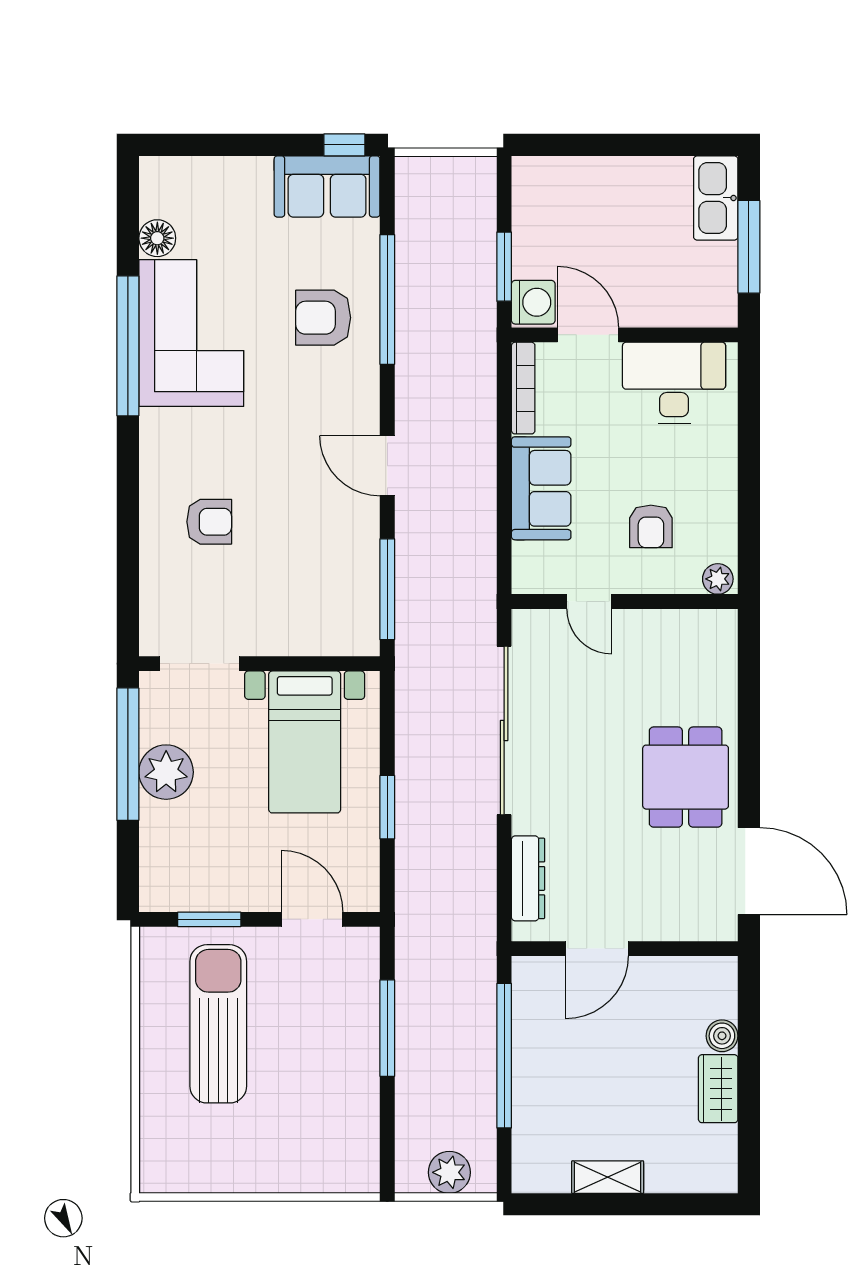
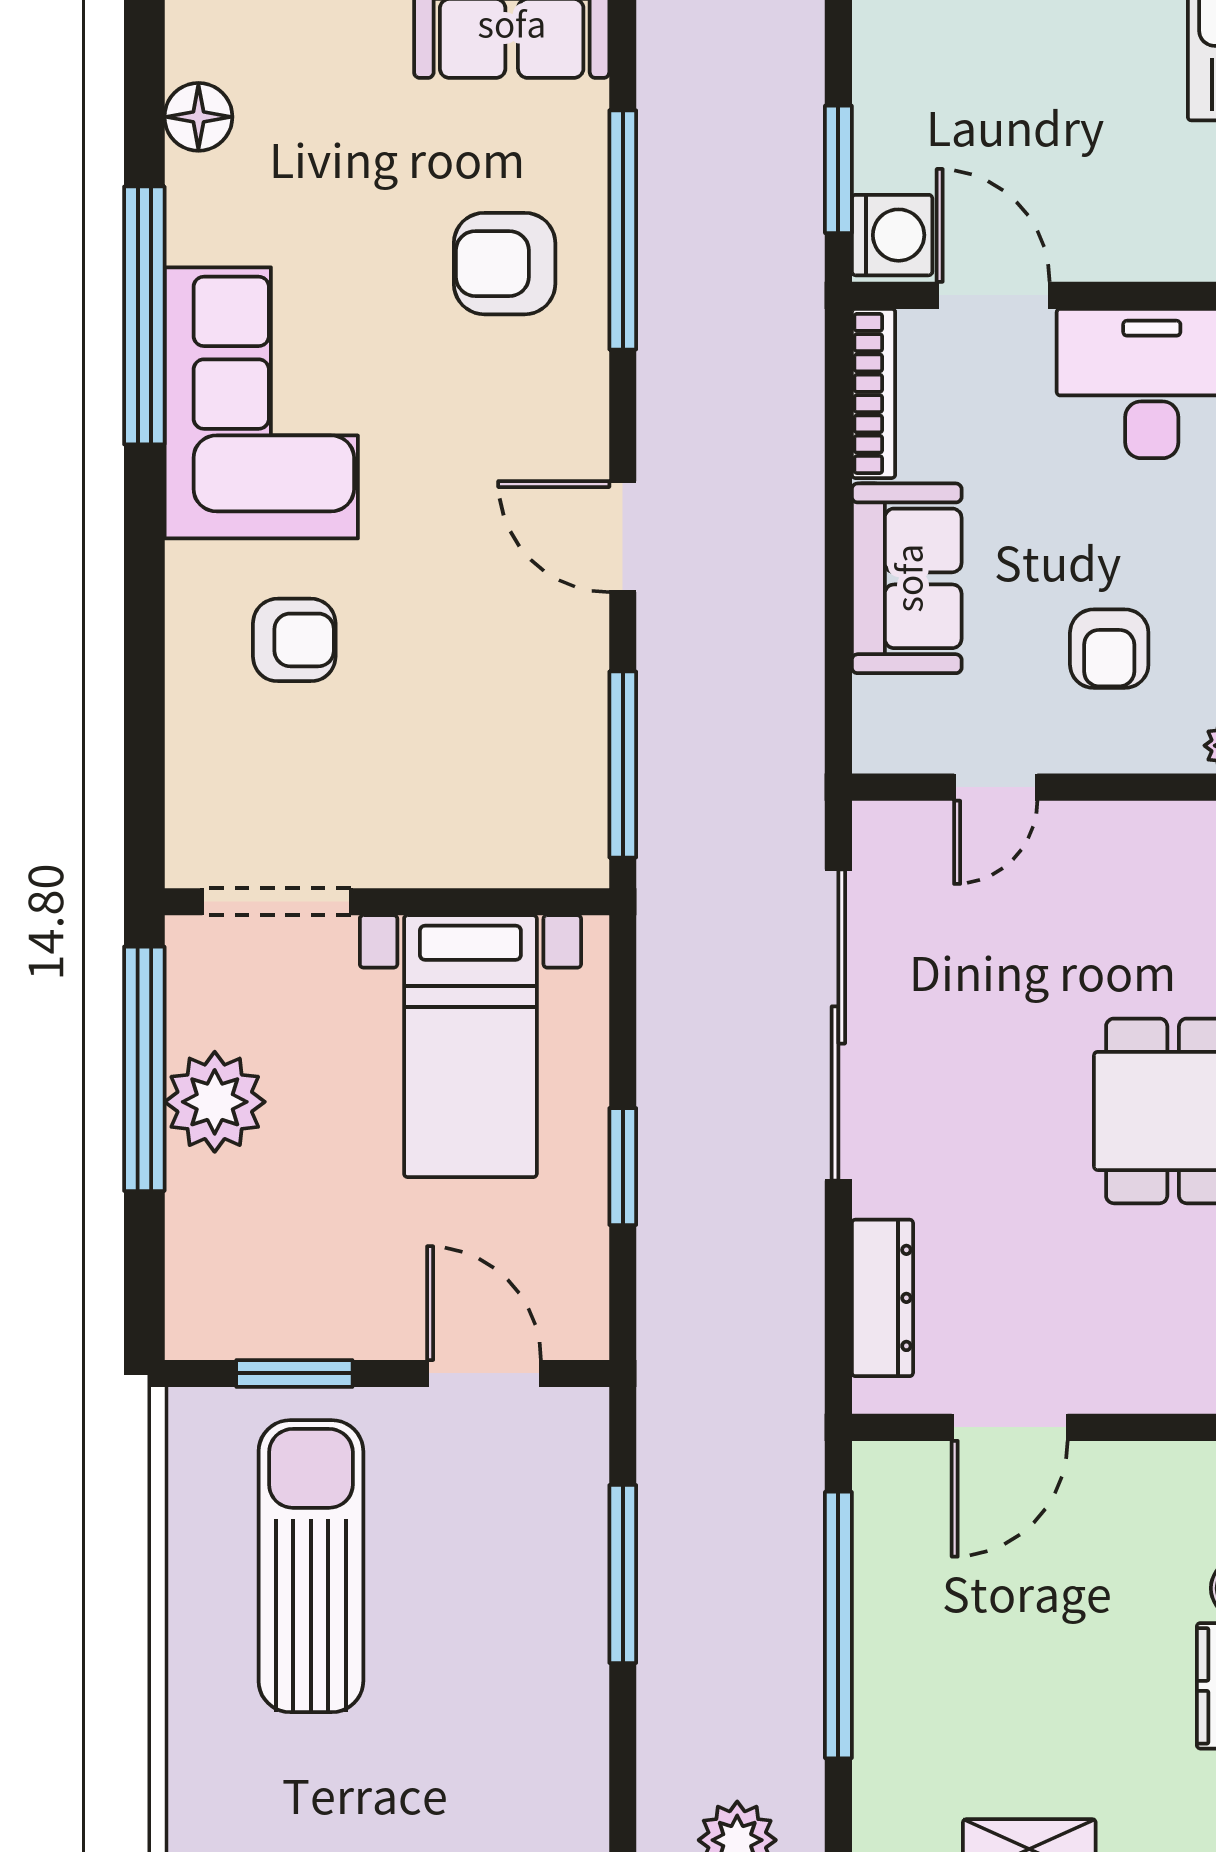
corner sofa: (191, 333) -> (261, 403), moved
door: (589, 602) -> (996, 787), hinge flipped

